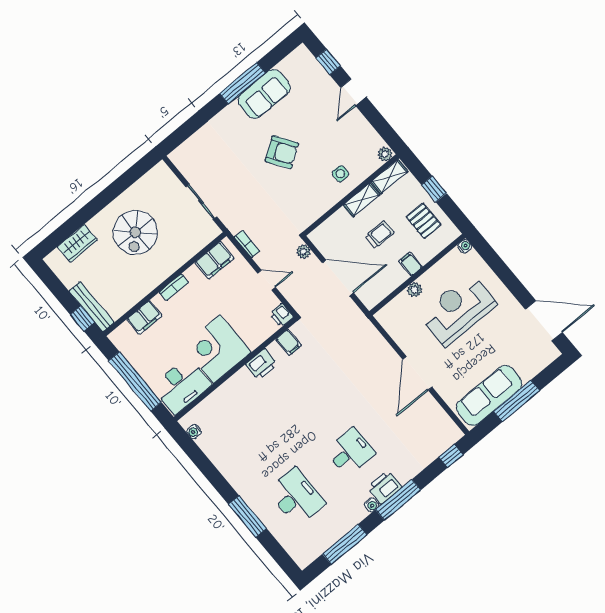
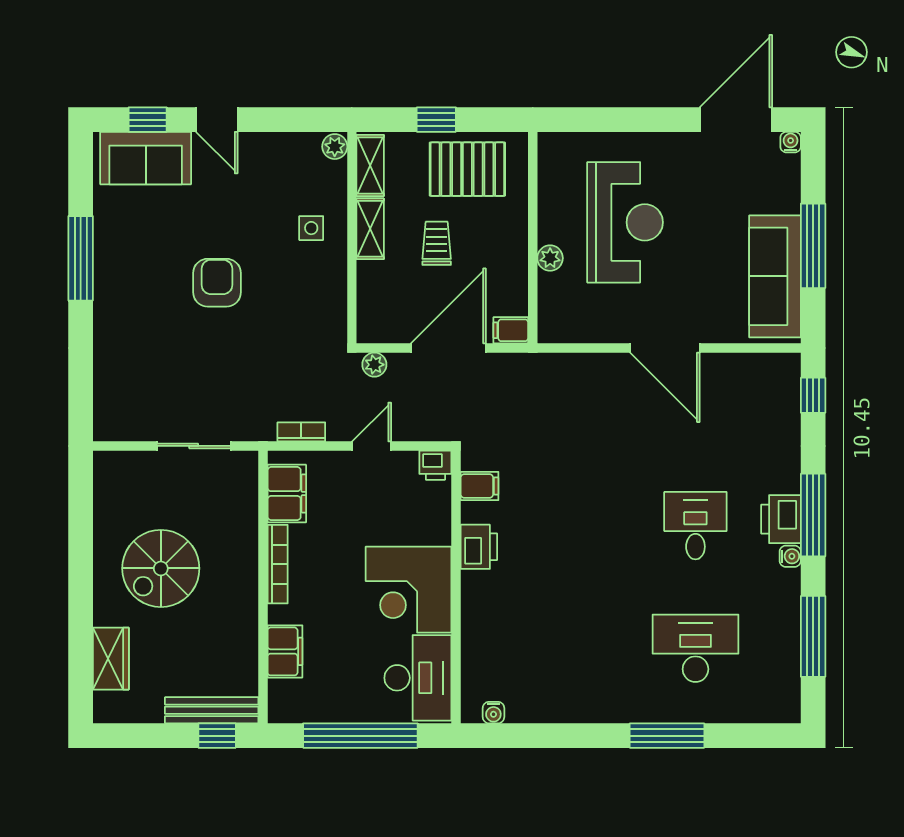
sofa: (264, 94) -> (146, 158), moved, turned 90
armchair: (282, 152) -> (217, 283), turned -56
pallet: (424, 221) -> (467, 169), width x1.50, depth x1.42
spiral stairs: (135, 232) -> (161, 568), turned 90
water cooler: (465, 246) -> (791, 142), moved
filing cabinet: (411, 264) -> (511, 330), moved
bookcase: (174, 287) -> (278, 564), width x1.56
reception desk: (458, 310) -> (625, 222), turned 180

